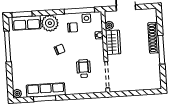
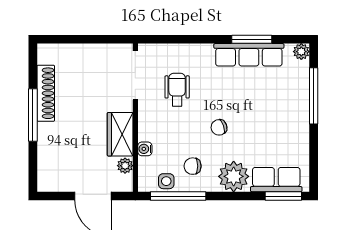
shoe rack: (154, 38) -> (46, 93), moved
window: (8, 47) -> (314, 96), moved
wheelchair: (84, 69) -> (177, 90), turned 180

